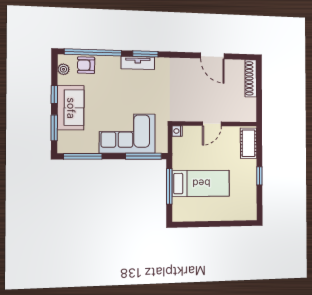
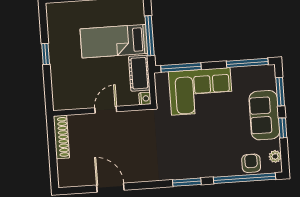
tv unit: (138, 63) -> (195, 171), removed
armchair: (86, 65) -> (251, 163), turned -90
shoe rack: (251, 78) -> (61, 137), moved
cot: (249, 143) -> (139, 73), moved

